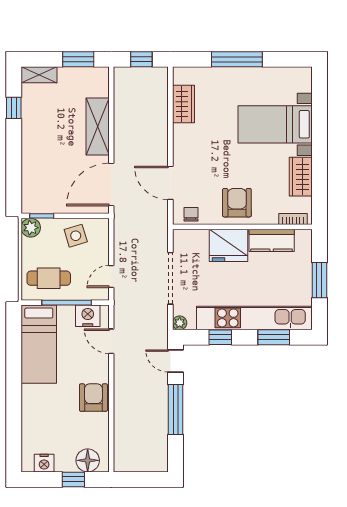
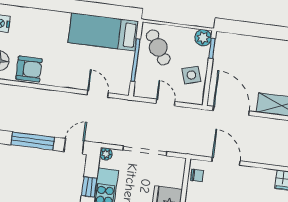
door: (170, 183) -> (226, 161), hinge flipped
door: (111, 276) -> (166, 102), moved
cafe table: (49, 278) -> (158, 47), turned -33
nightstand: (88, 316) -> (122, 77), removed
door: (111, 341) -> (98, 94), hinge flipped
armchair: (93, 398) -> (29, 69), moved

